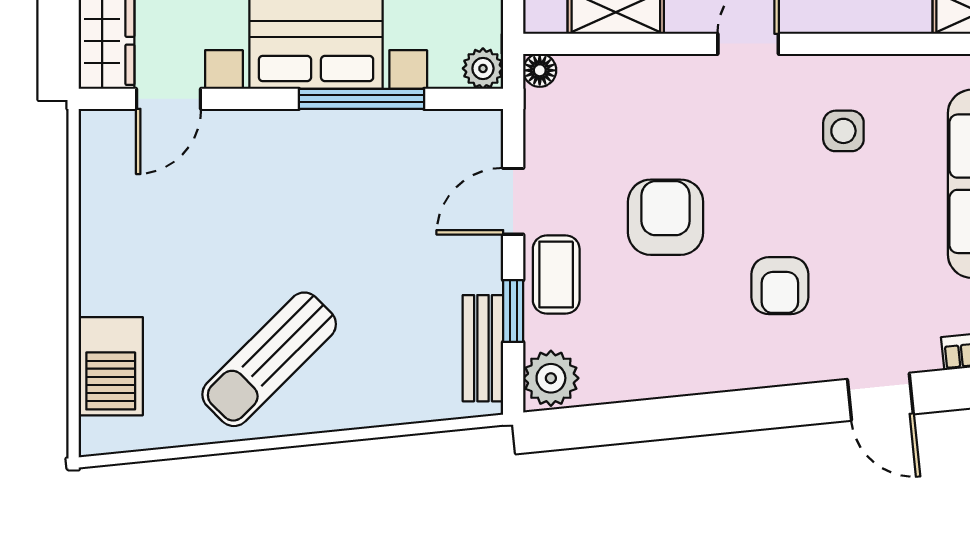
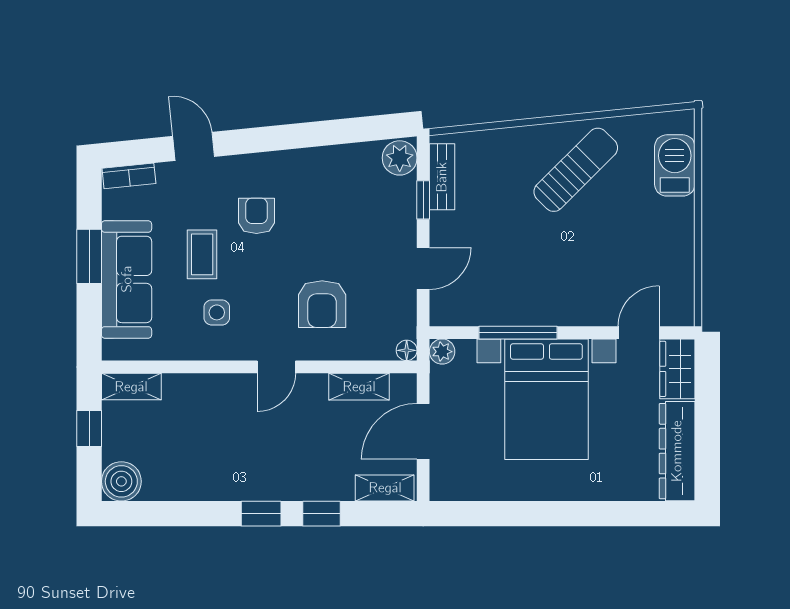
armchair: (666, 217) -> (322, 304), moved
coffee table: (556, 274) -> (202, 254), moved

